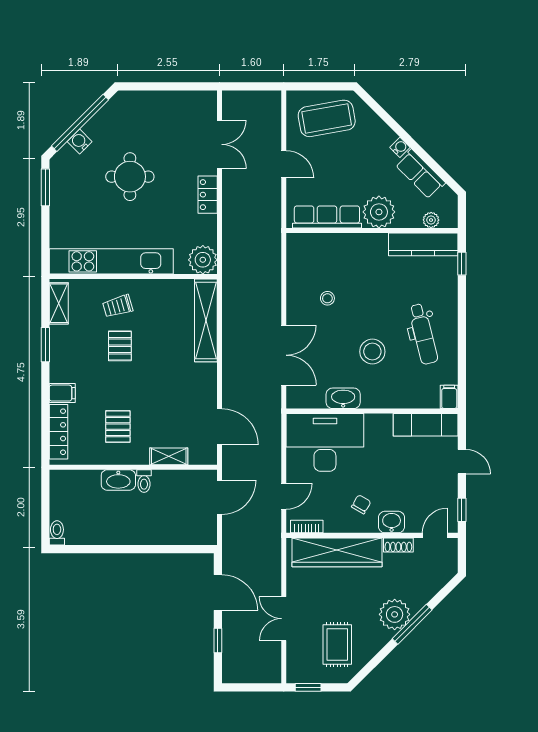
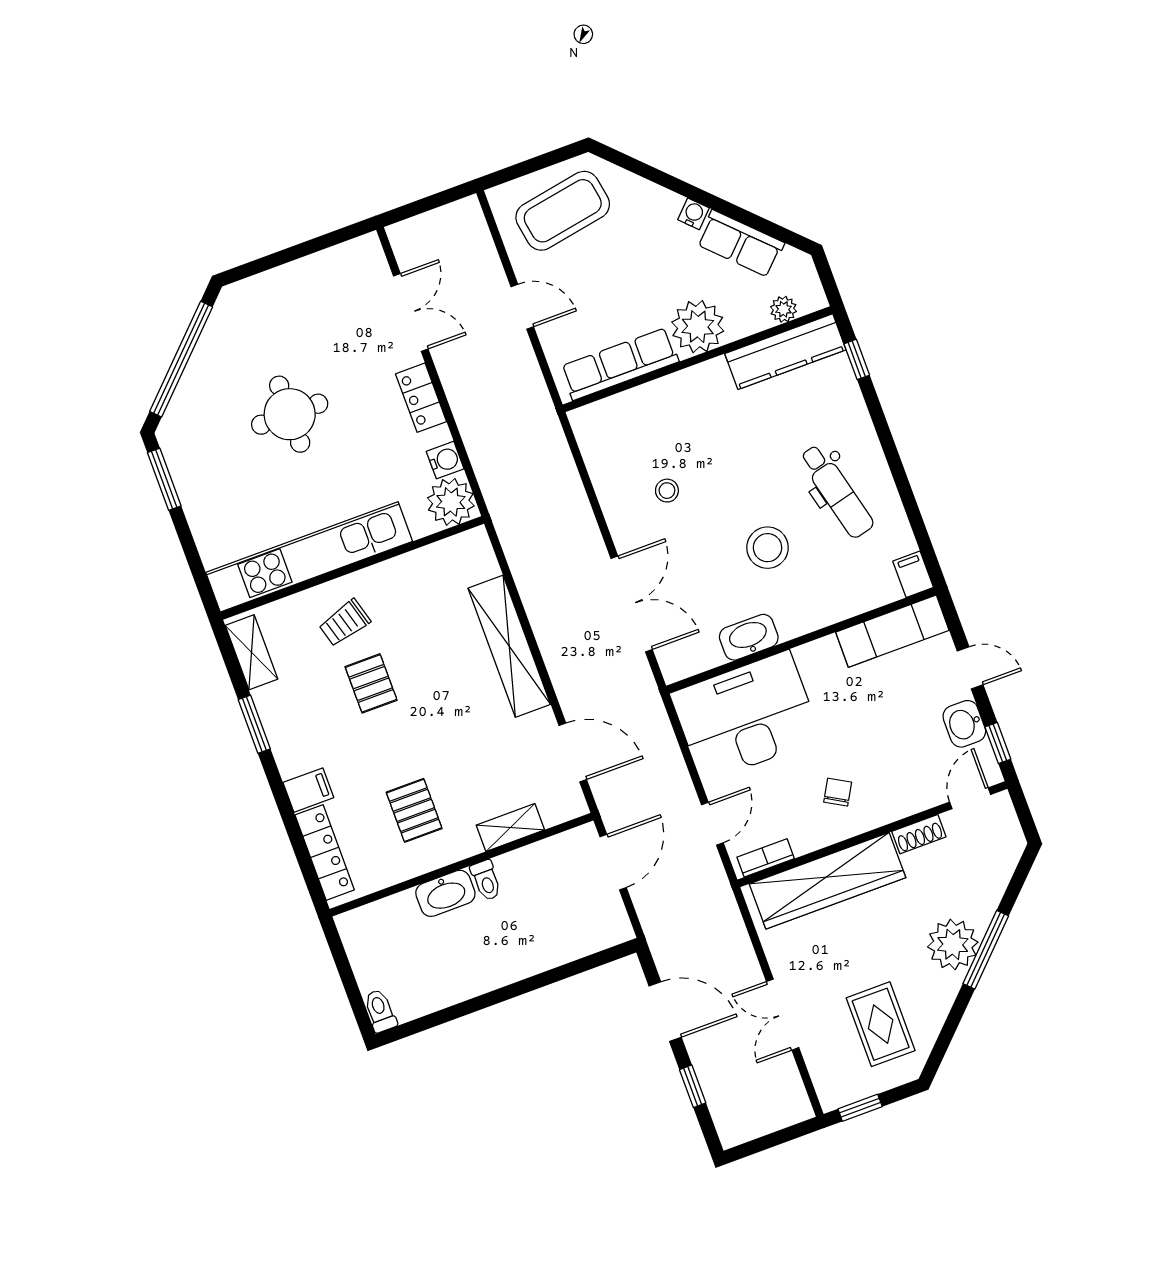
water cooler: (80, 142) -> (445, 460), moved, turned 135
shelving: (206, 320) -> (509, 646), moved
washbasin: (392, 522) -> (964, 724), moved, turned -90

